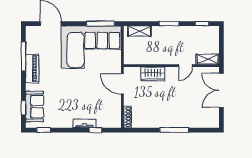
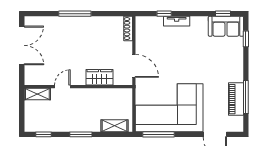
piano: (32, 69) -> (236, 99), moved
double door: (221, 90) -> (22, 45), moved
sofa: (35, 107) -> (226, 26), moved, turned -90

